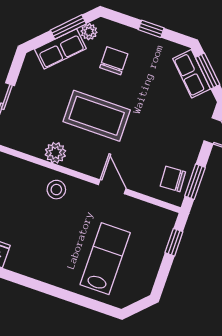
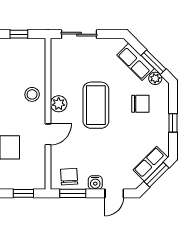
water cooler: (191, 149) -> (95, 183), added
plant: (55, 153) -> (59, 104), moved

